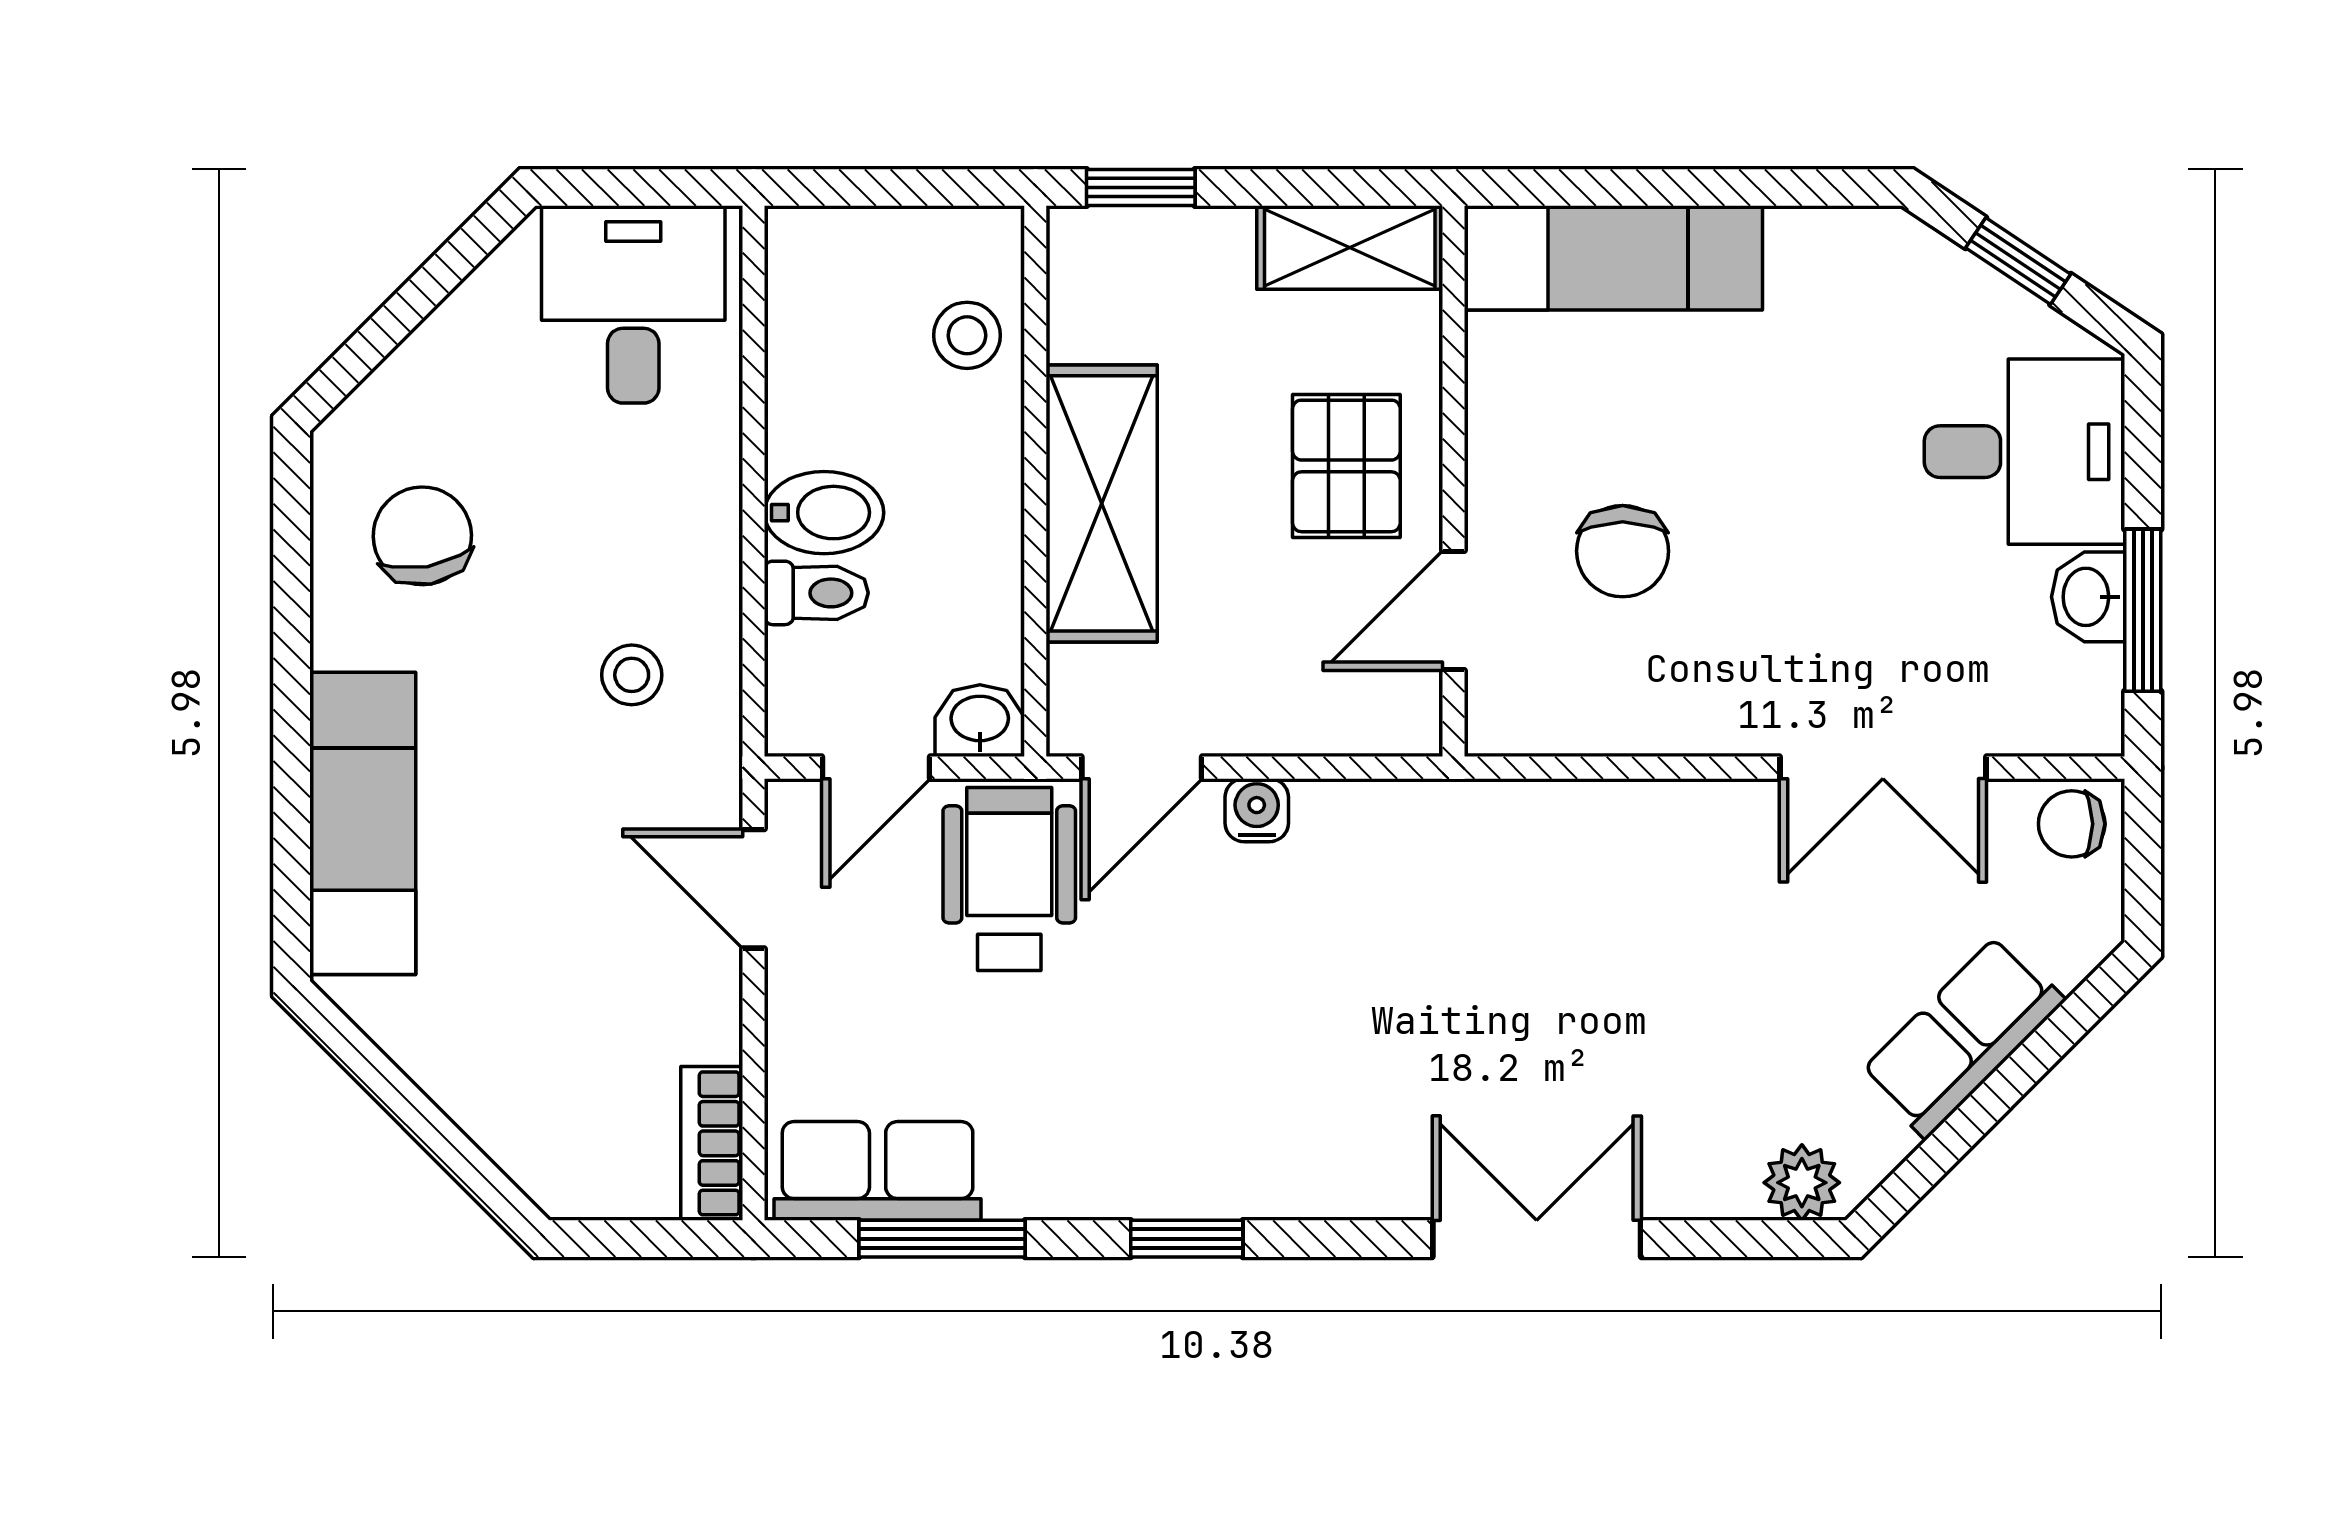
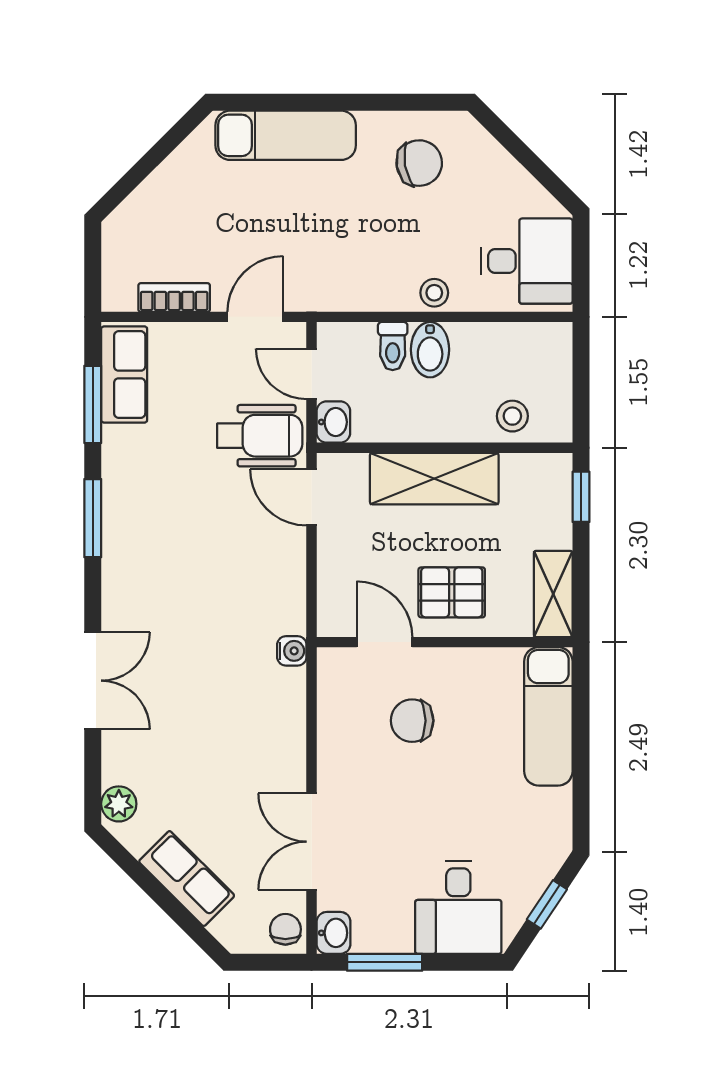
washbasin: (2088, 597) -> (334, 933), moved, turned 90
stool: (632, 675) -> (434, 293), moved
water cooler: (1257, 810) -> (292, 651), moved
bookcase: (712, 1143) -> (174, 297), moved
window: (1187, 1239) -> (93, 518), width x1.50

